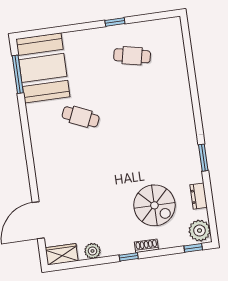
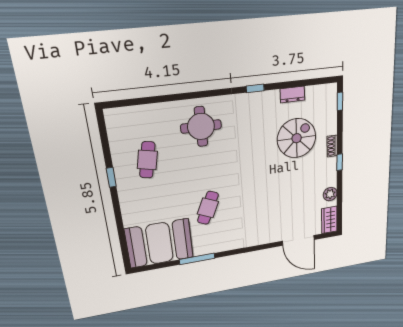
window: (18, 74) -> (197, 259), moved
round table: (165, 106) -> (201, 127), added
window: (203, 158) -> (255, 88), width x0.67
plant: (200, 231) -> (325, 95), removed

